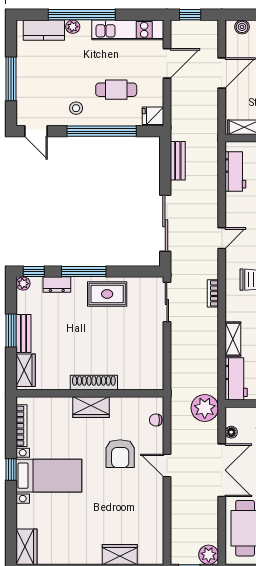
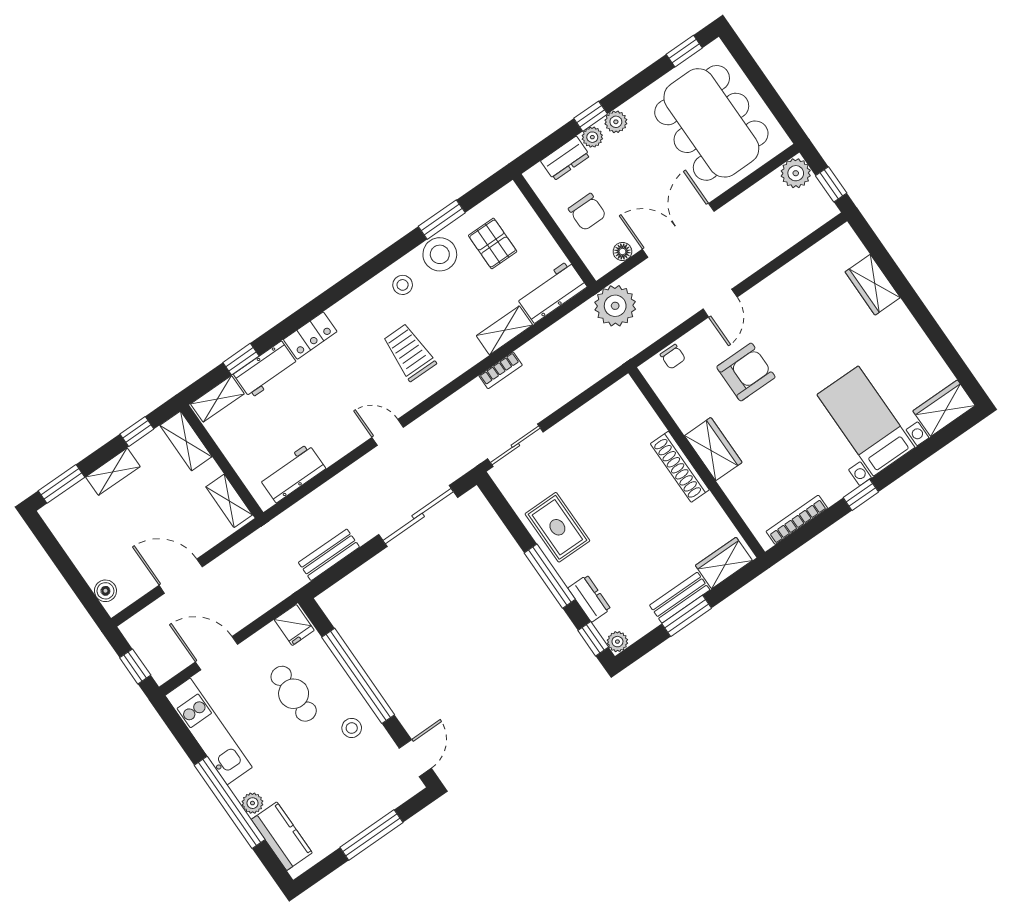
bookcase: (213, 293) -> (501, 370), moved
bed with nightstands: (49, 476) -> (866, 421), moved

